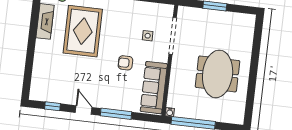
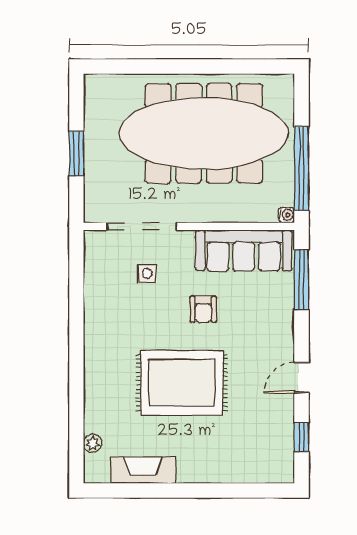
rug: (83, 31) -> (182, 383), moved
meeting table: (218, 74) -> (204, 133), width x1.86, depth x1.27
window: (116, 114) -> (301, 279), moved

